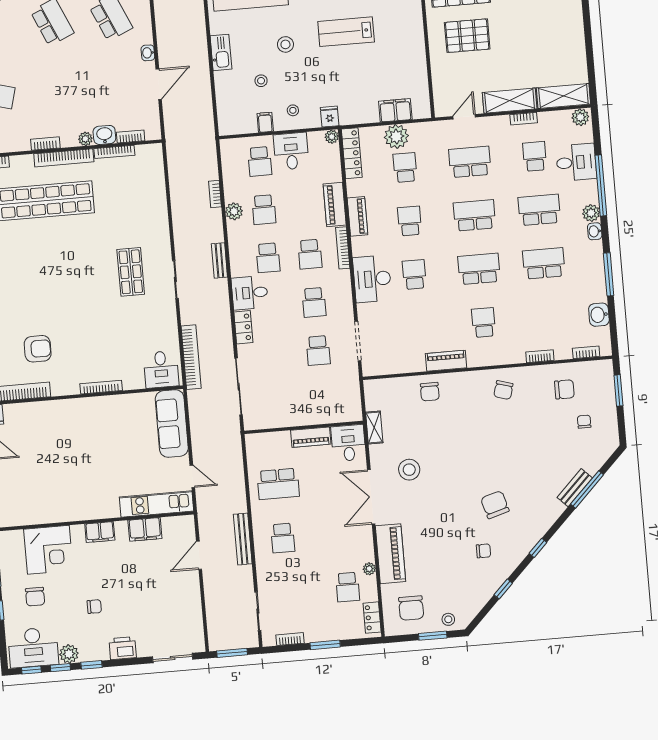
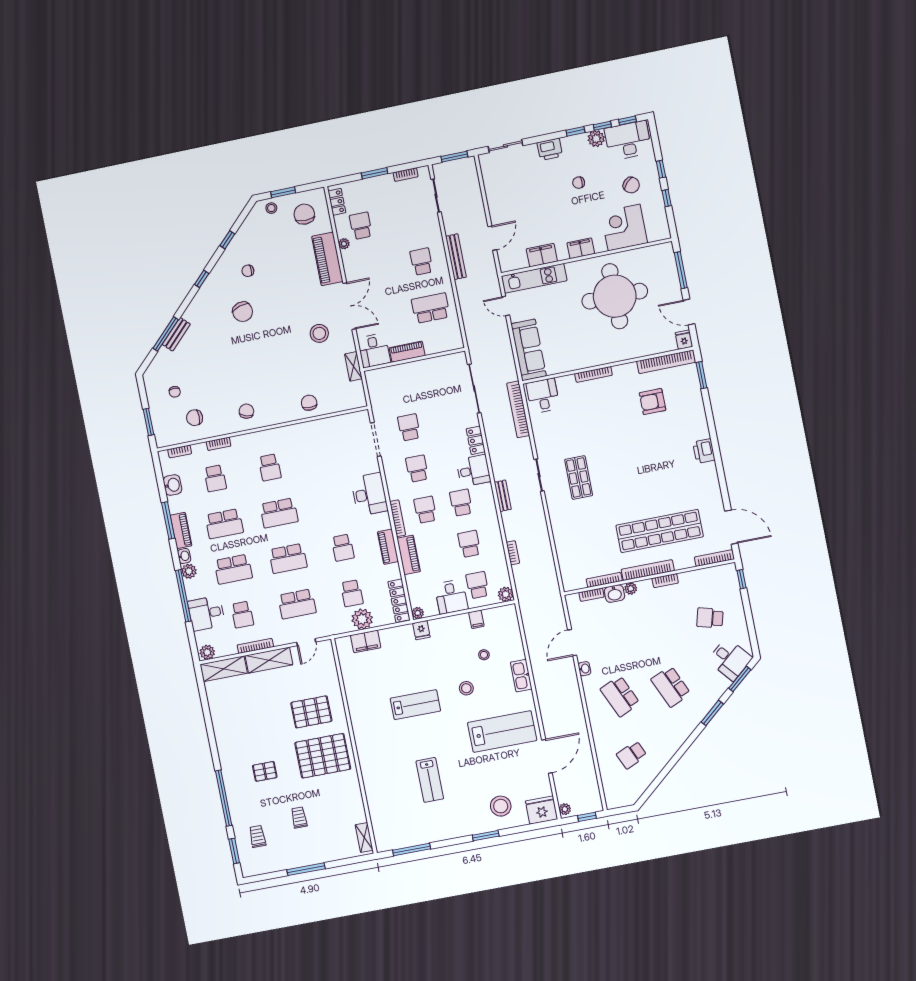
stool: (293, 110) -> (454, 632), removed
bookcase: (524, 119) -> (255, 646), width x1.56
plant: (234, 211) -> (506, 594), moved
school desk: (414, 275) -> (215, 478), moved
piano: (446, 361) -> (181, 530), moved, turned -90
round table: (67, 473) -> (615, 296), added
chair: (35, 597) -> (631, 185), turned 134

